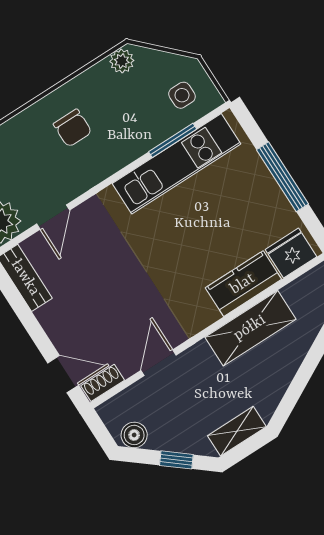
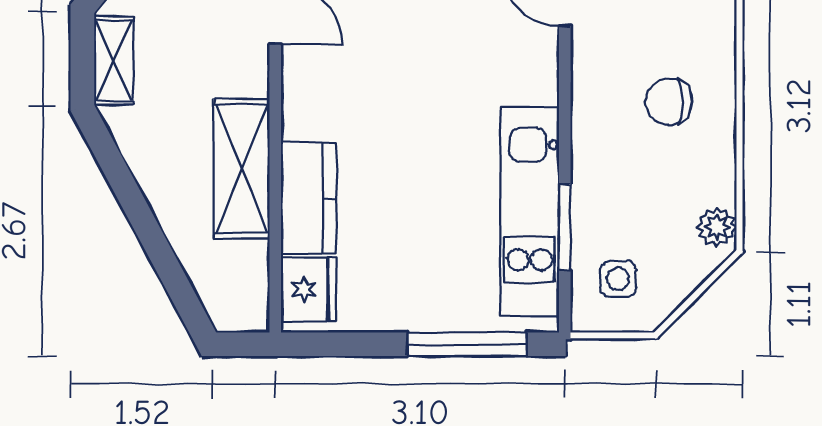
window: (282, 177) -> (467, 344), moved

